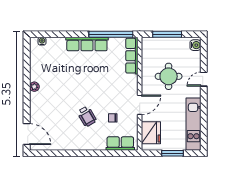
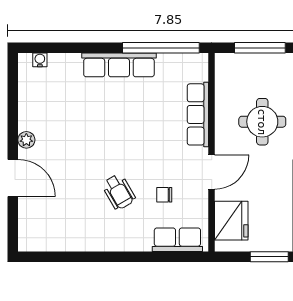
row of seats: (132, 56) -> (198, 114), moved
door: (27, 134) -> (13, 178), moved

